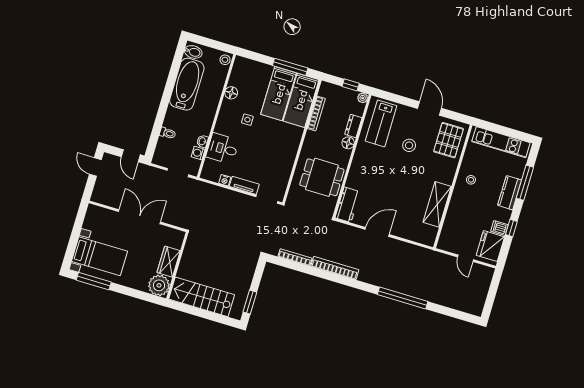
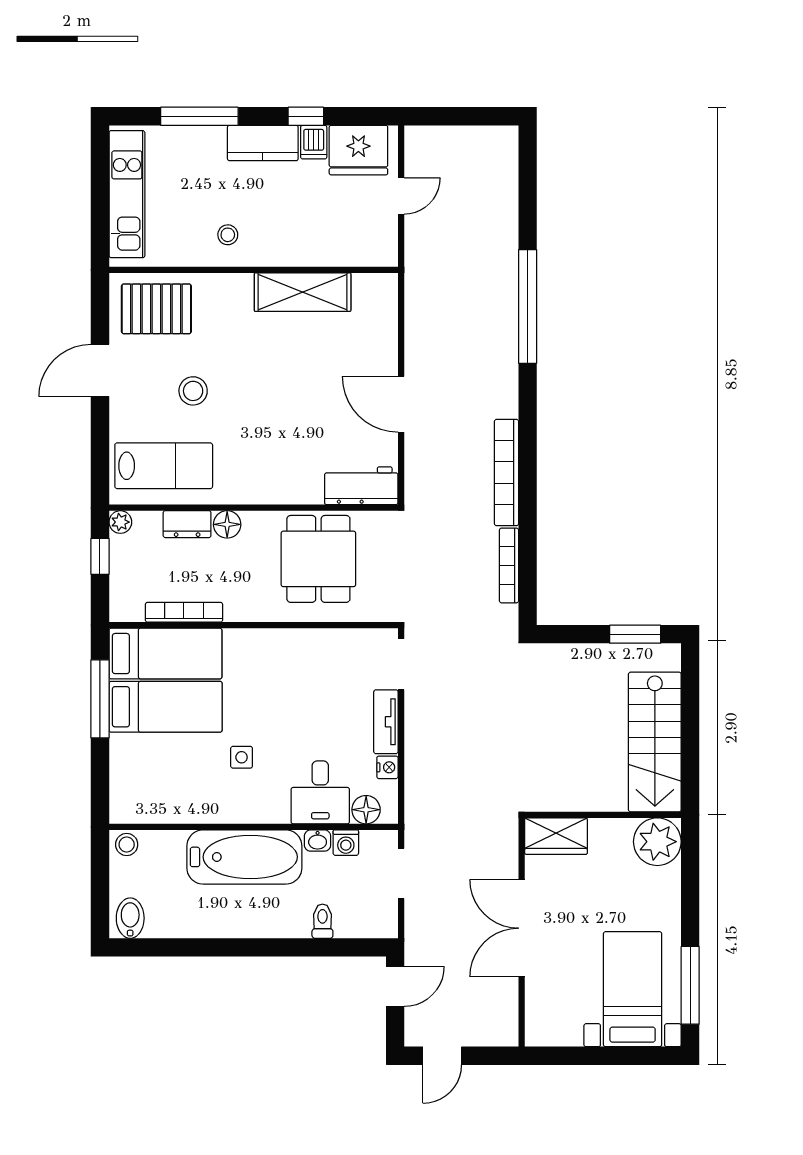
bathtub: (187, 84) -> (244, 857), moved, turned 180
floor lamp: (231, 93) -> (366, 810), moved
kitchen counter: (510, 193) -> (263, 143), moved
wardrobe: (169, 262) -> (556, 836), moved

